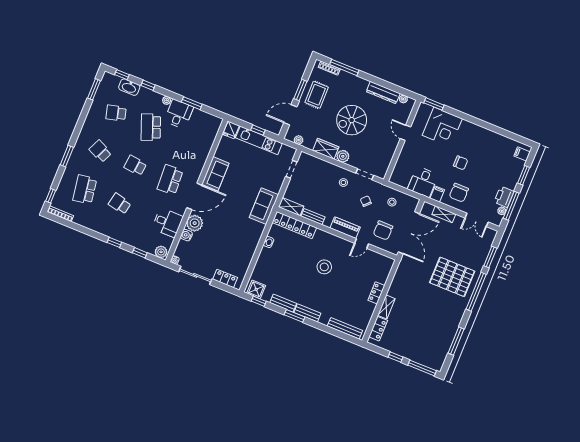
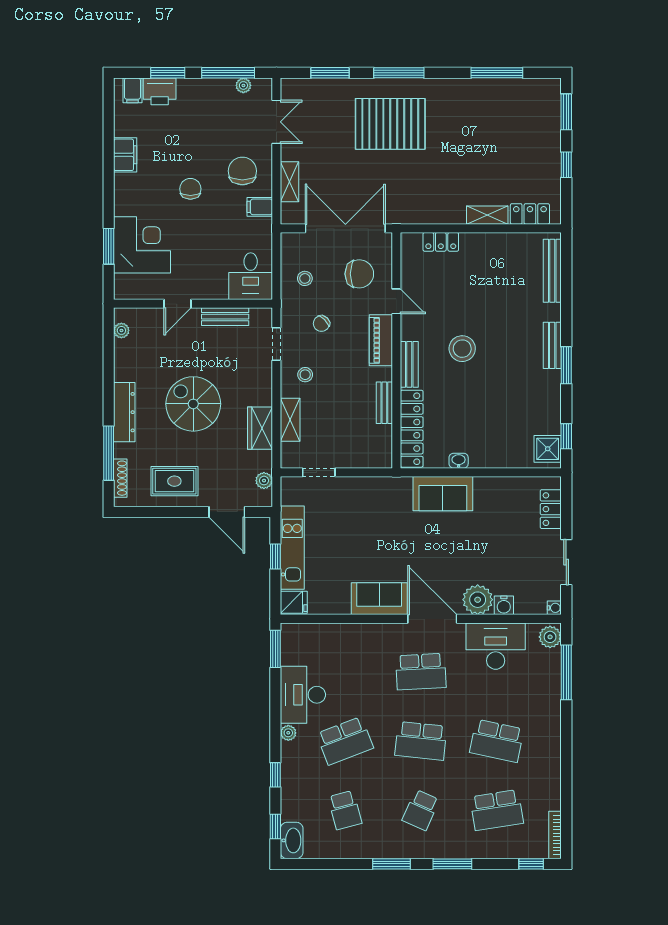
washbasin: (129, 87) -> (292, 840), moved
window: (94, 89) -> (392, 864), moved
window: (300, 90) -> (178, 512), removed
dresser: (383, 92) -> (124, 412), moved
window: (192, 103) -> (275, 649), moved
window: (434, 104) -> (109, 246), moved
desk: (179, 114) -> (303, 695), width x1.37
spiral stairs: (352, 120) -> (193, 404), turned 180
filing cabinet: (491, 137) -> (125, 155), added
bench: (389, 154) -> (225, 317), added
plant: (343, 156) -> (261, 394), removed
school desk: (135, 165) -> (421, 741), width x1.85
desk: (423, 182) -> (251, 276), moved, turned 90
chair: (459, 193) -> (242, 171), turned -90
printer: (504, 197) -> (160, 91), moved
school desk: (120, 204) -> (497, 741), width x1.85
sofa: (264, 206) -> (443, 494), moved
shelving: (291, 207) -> (290, 420), moved
desk: (168, 223) -> (496, 646), width x1.37
window: (114, 242) -> (566, 723), removed
window: (140, 253) -> (566, 672), width x2.17
sliding door: (195, 275) -> (566, 562), width x0.73
pallet: (452, 277) -> (390, 124), turned 90
window: (476, 292) -> (399, 73), width x0.68
locker: (376, 293) -> (441, 242), moved
bench: (283, 303) -> (409, 364), moved
window: (422, 368) -> (566, 112), width x0.69

